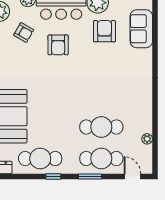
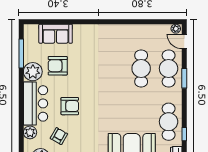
plant: (147, 139) -> (176, 29), moved
window: (53, 176) -> (184, 134), moved
door: (132, 176) -> (184, 41), hinge flipped

